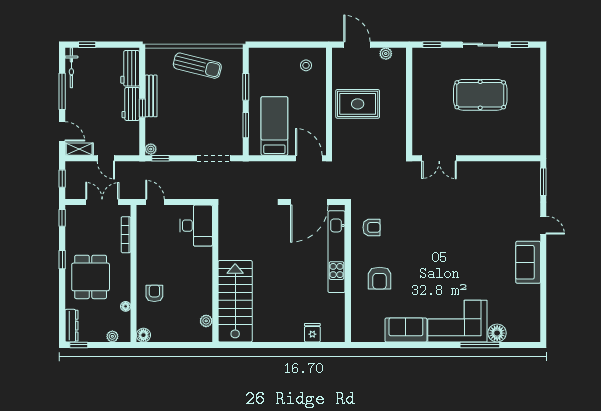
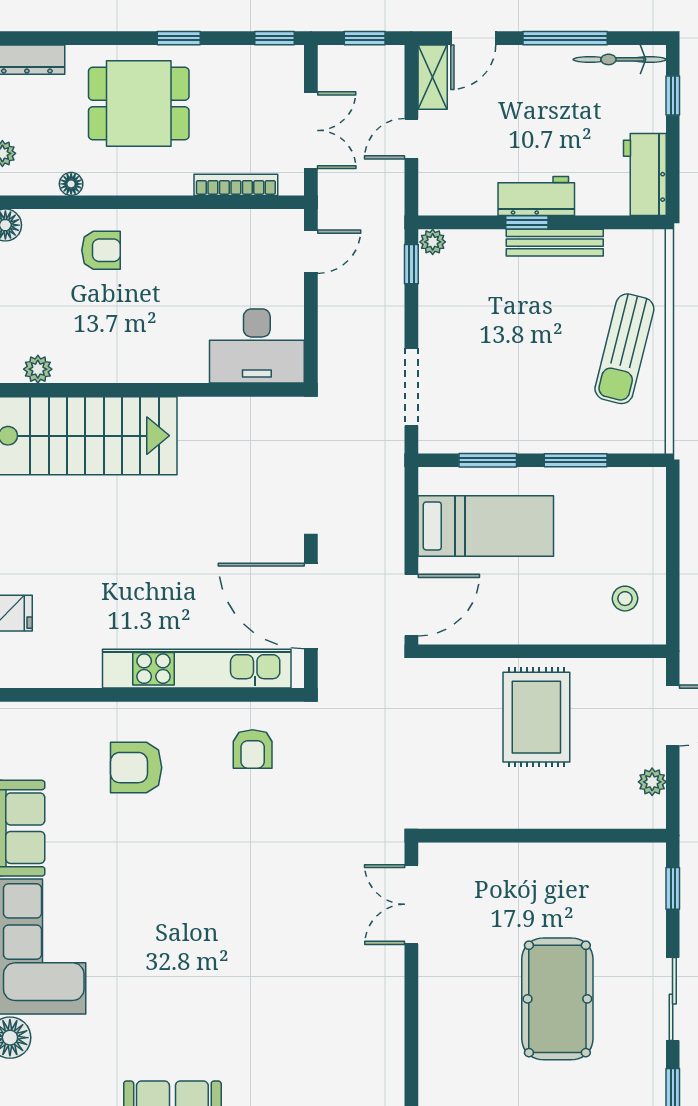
workbench: (130, 68) -> (645, 175), moved, turned -90

